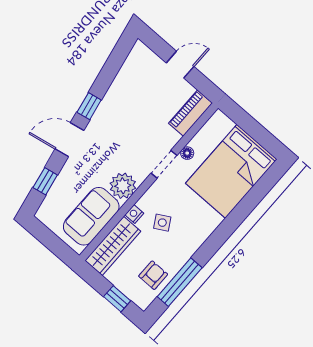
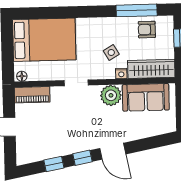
floor lamp: (187, 153) -> (22, 76), moved
window: (45, 181) -> (54, 164), moved

